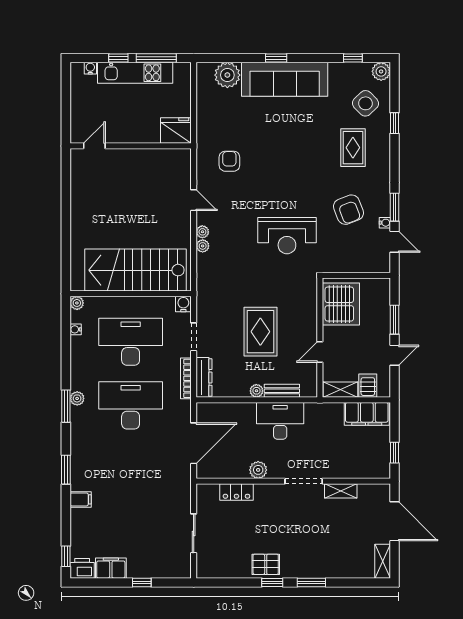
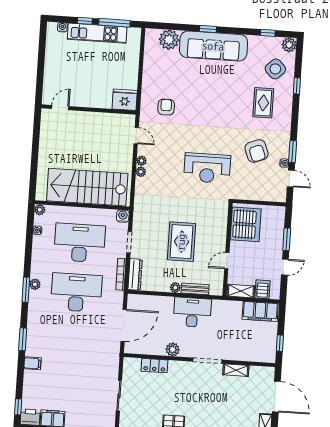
fridge: (176, 131) -> (125, 100), moved
door: (94, 146) -> (60, 108), moved
wall: (131, 146) -> (89, 109), moved

